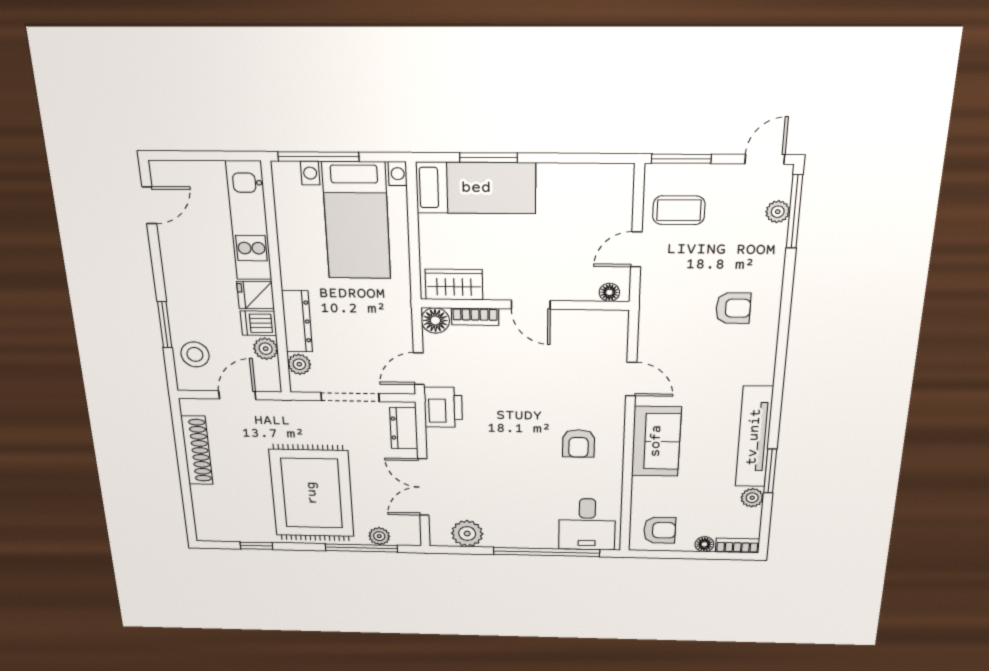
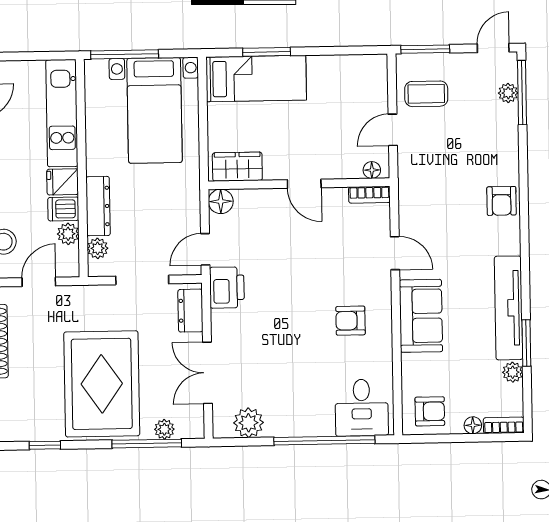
armchair: (733, 308) -> (502, 201), moved, turned 90
bookcase: (475, 317) -> (369, 195), moved
armchair: (579, 443) -> (351, 321), turned 90

